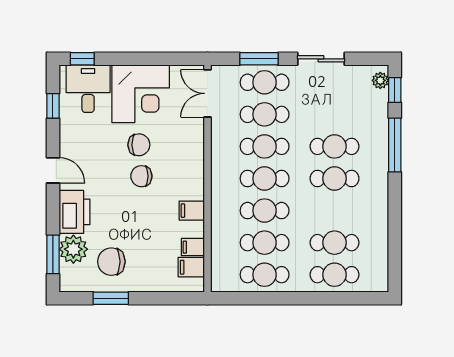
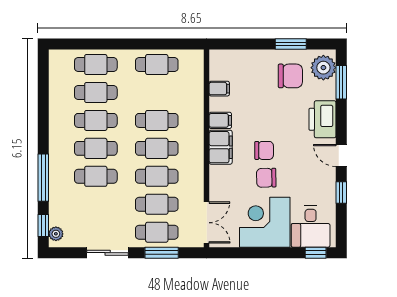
window: (53, 106) -> (341, 192), moved
cafe table: (265, 243) -> (96, 120), moved
plant: (73, 249) -> (323, 68), moved
filing cabinet: (191, 267) -> (221, 147), moved, width x2.00

